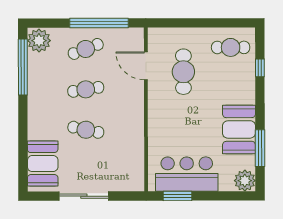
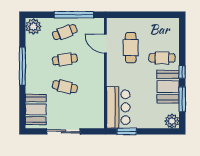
cafe table: (231, 47) -> (162, 58), moved
window: (23, 67) -> (22, 66), moved
window: (260, 68) -> (182, 72), moved
bar counter: (187, 174) -> (118, 107), moved, turned 90

